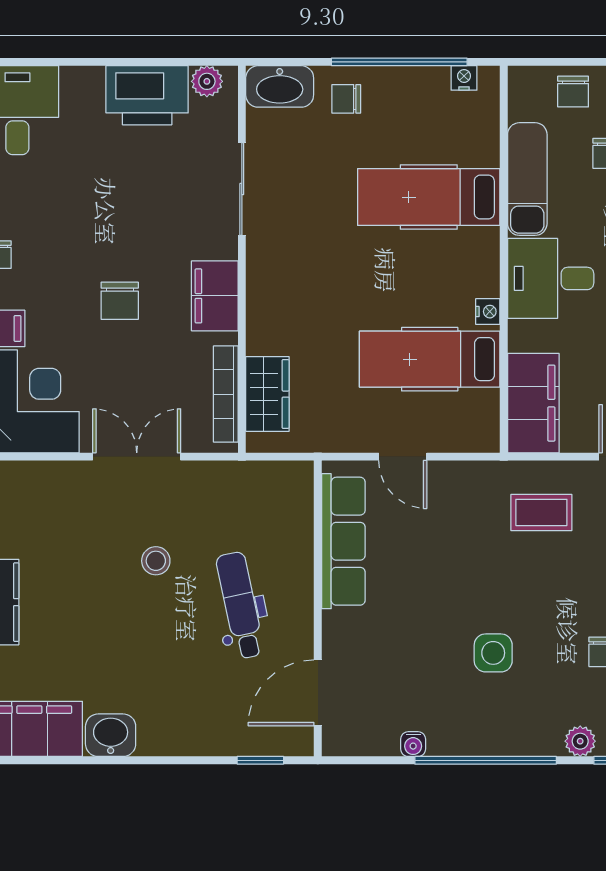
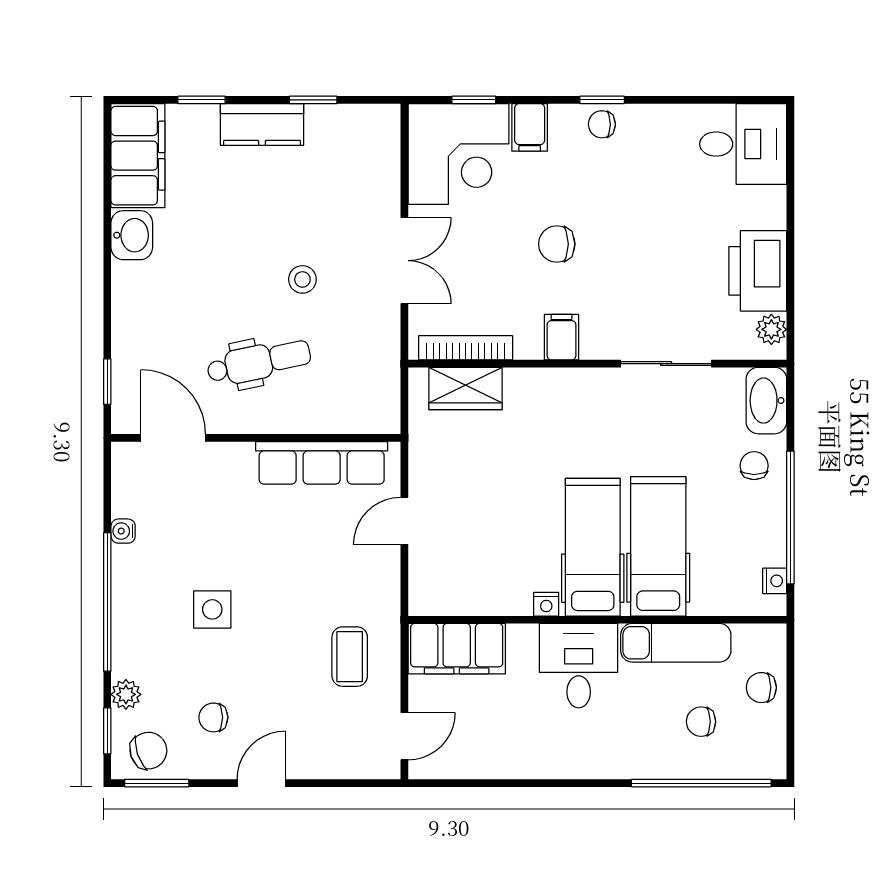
filing cabinet: (215, 296) -> (561, 337), width x0.50
hospital bed: (430, 359) -> (593, 547), moved

